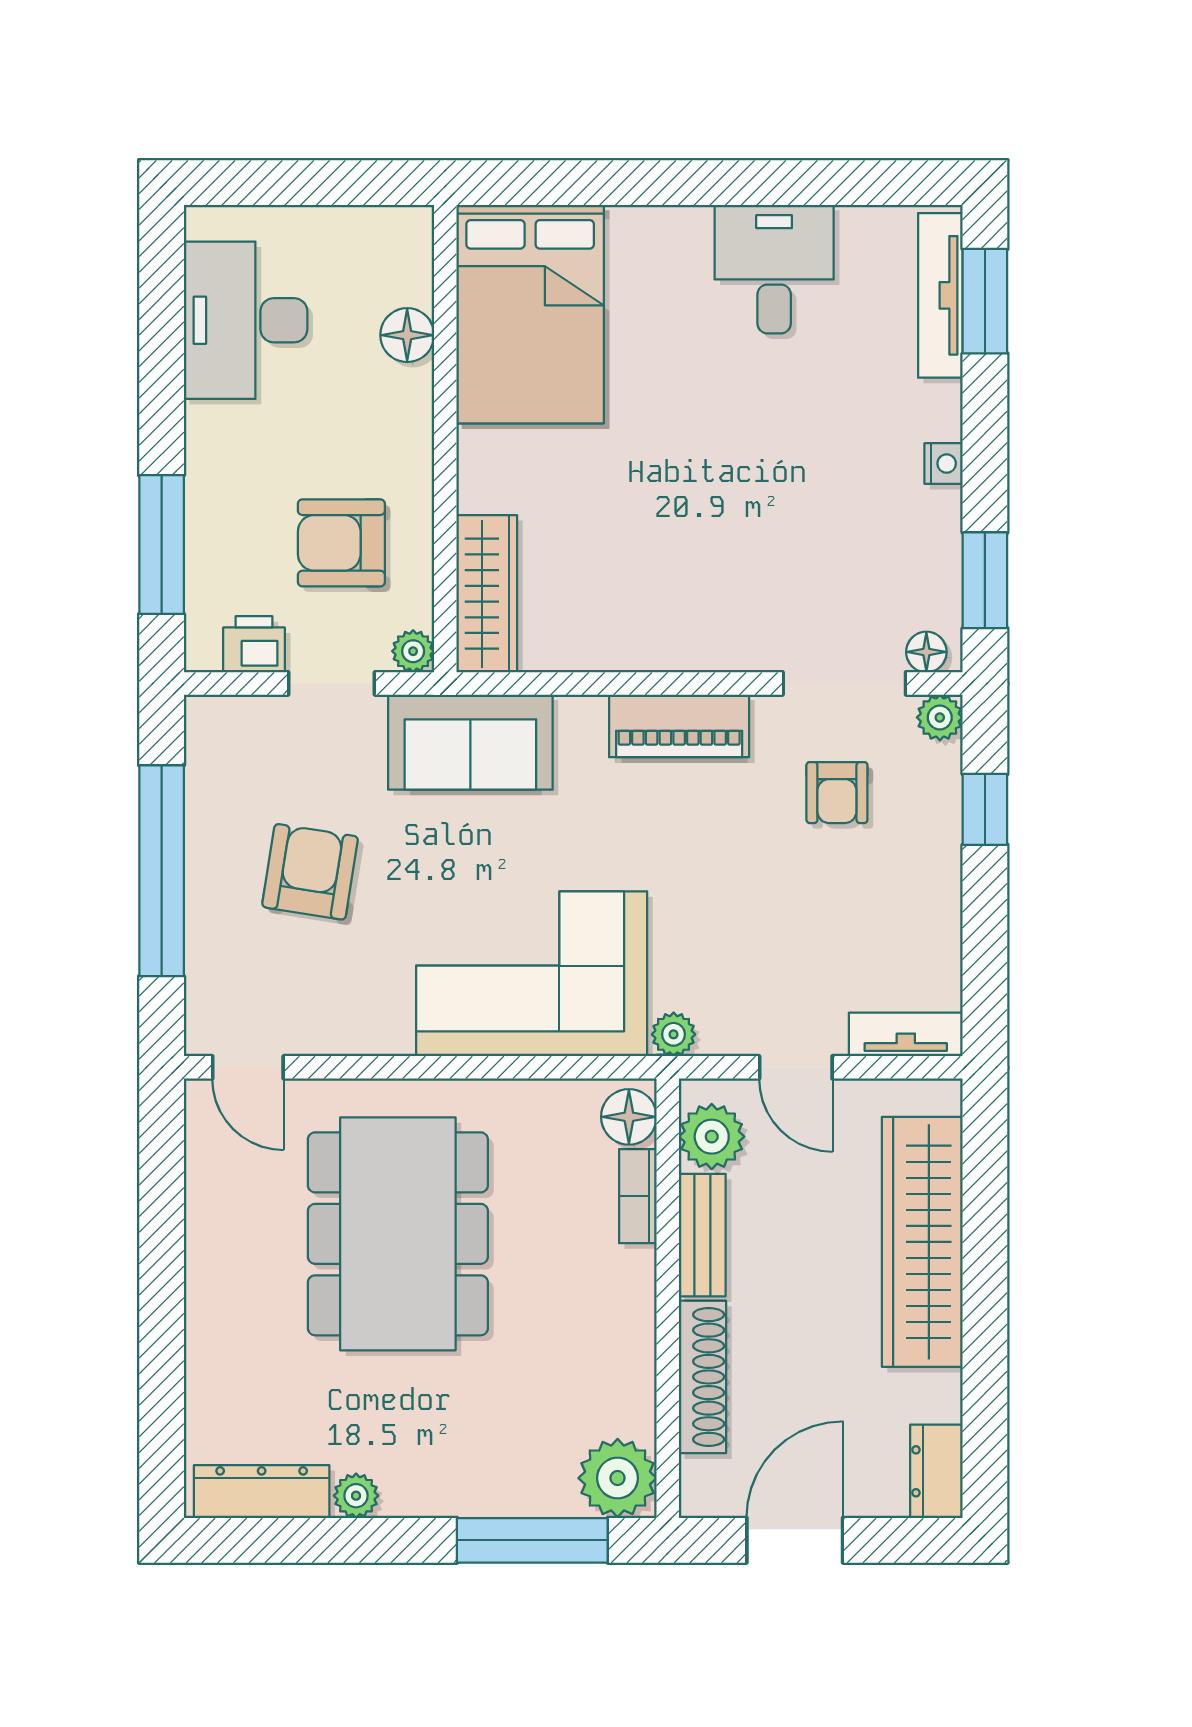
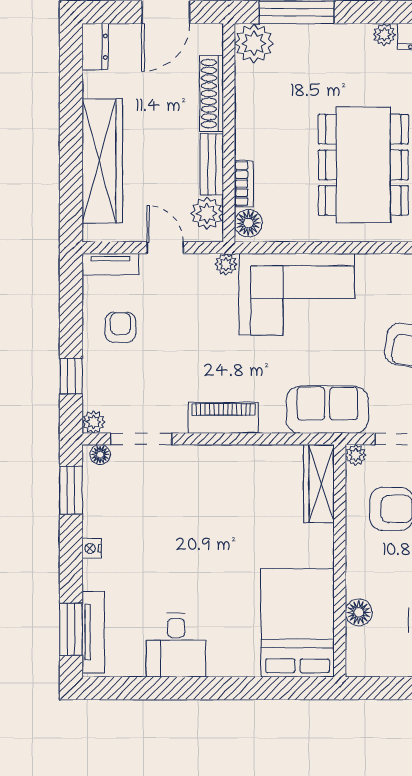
armchair: (837, 793) -> (120, 327), moved

